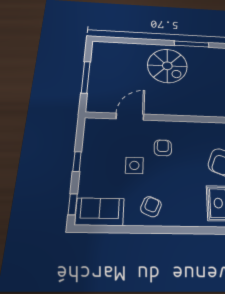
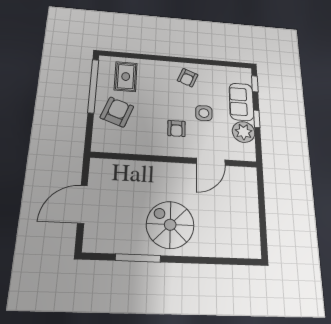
window: (86, 77) -> (262, 209), removed
plant: (94, 147) -> (244, 132), added
sofa: (100, 212) -> (241, 102), moved, turned 90

